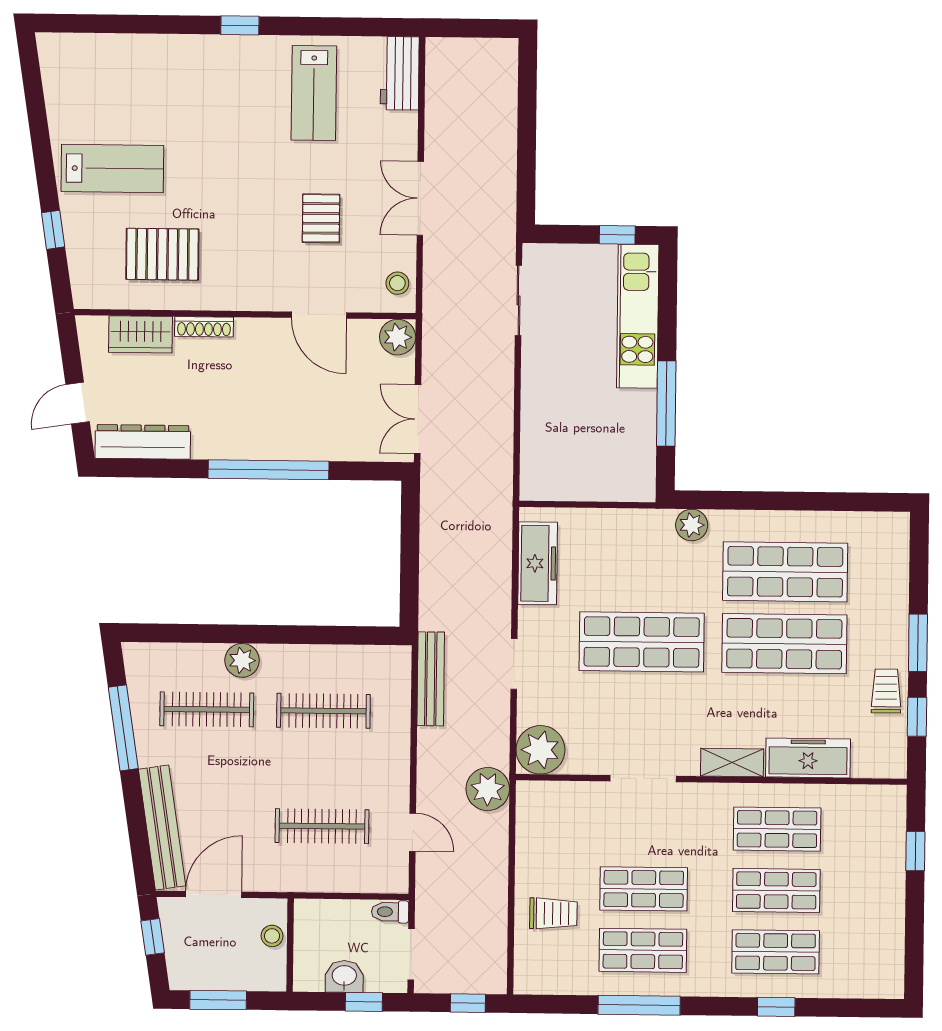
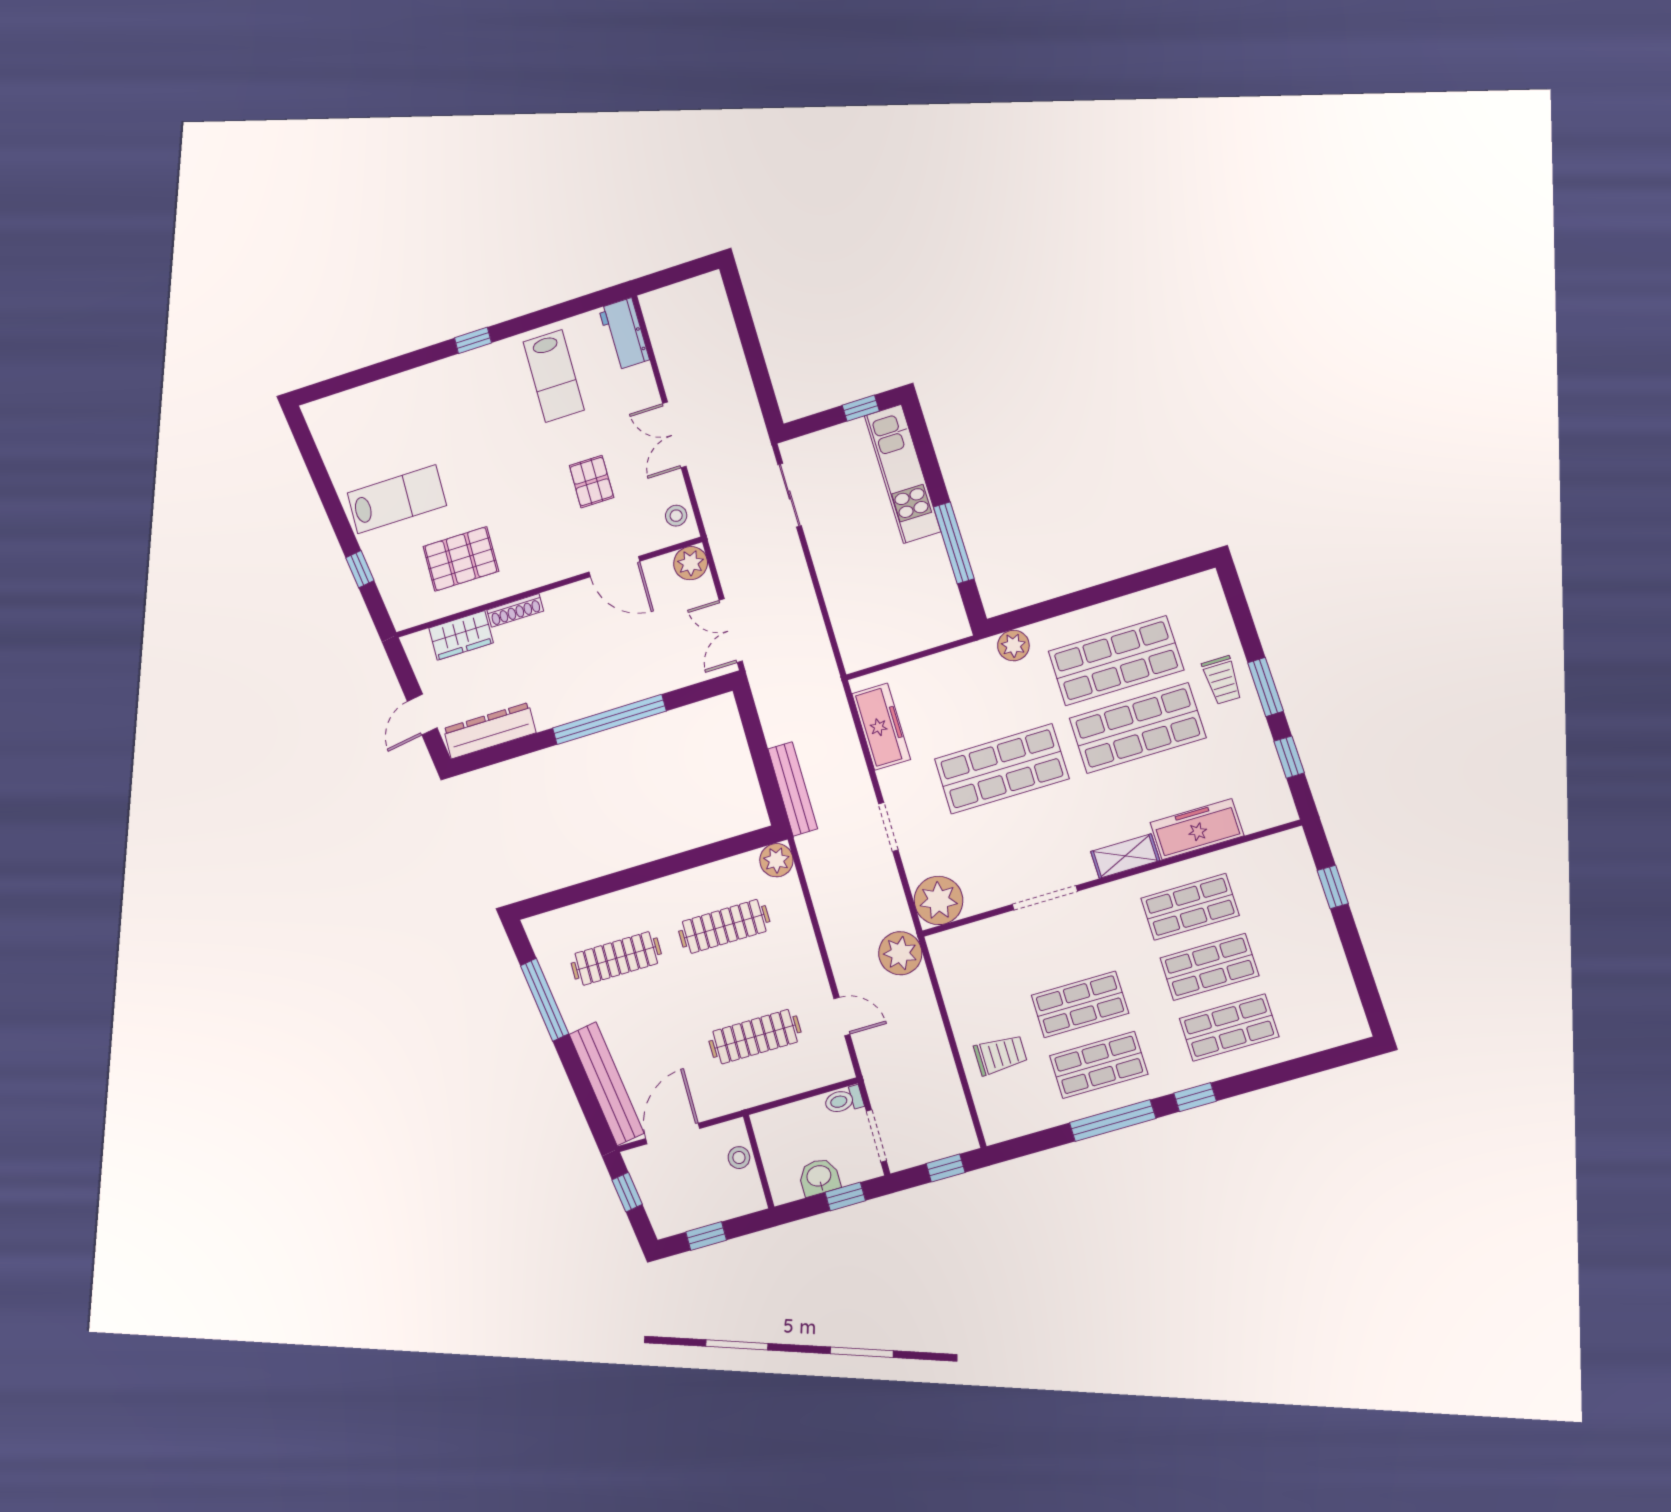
plant: (242, 660) -> (776, 860), moved
bench: (431, 679) -> (793, 789), moved
trolley: (886, 691) -> (1222, 680), moved, turned 180
window: (218, 1000) -> (706, 1236), width x0.67
window: (776, 1007) -> (1195, 1097), moved

